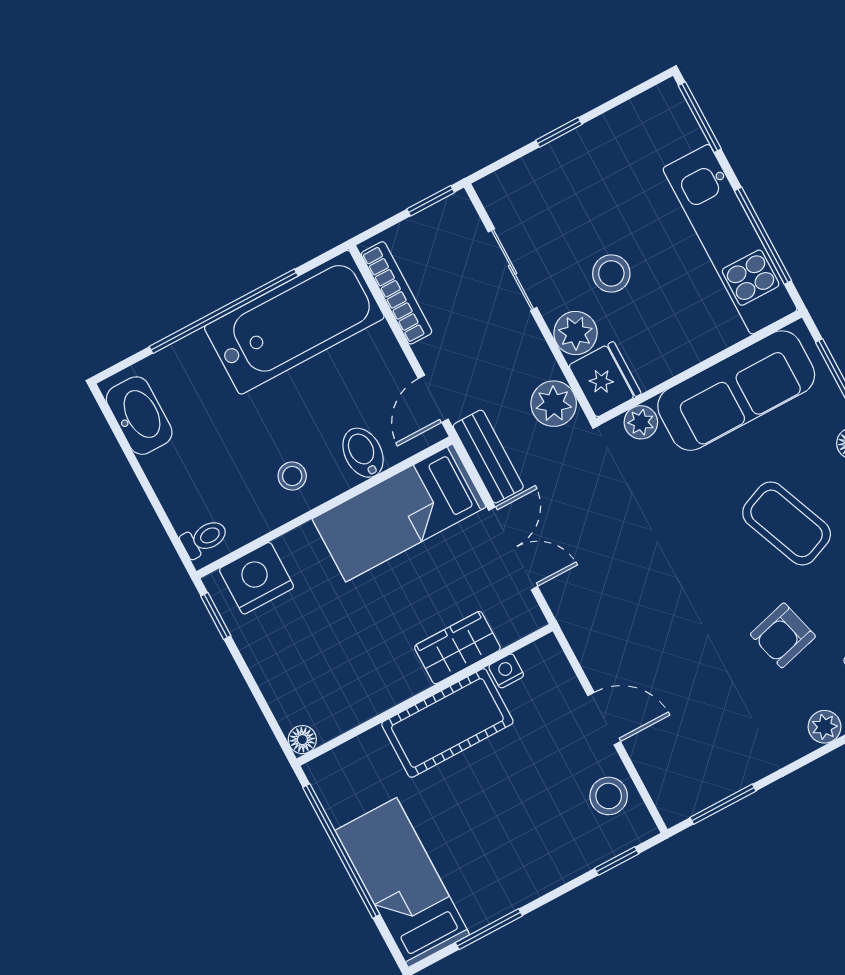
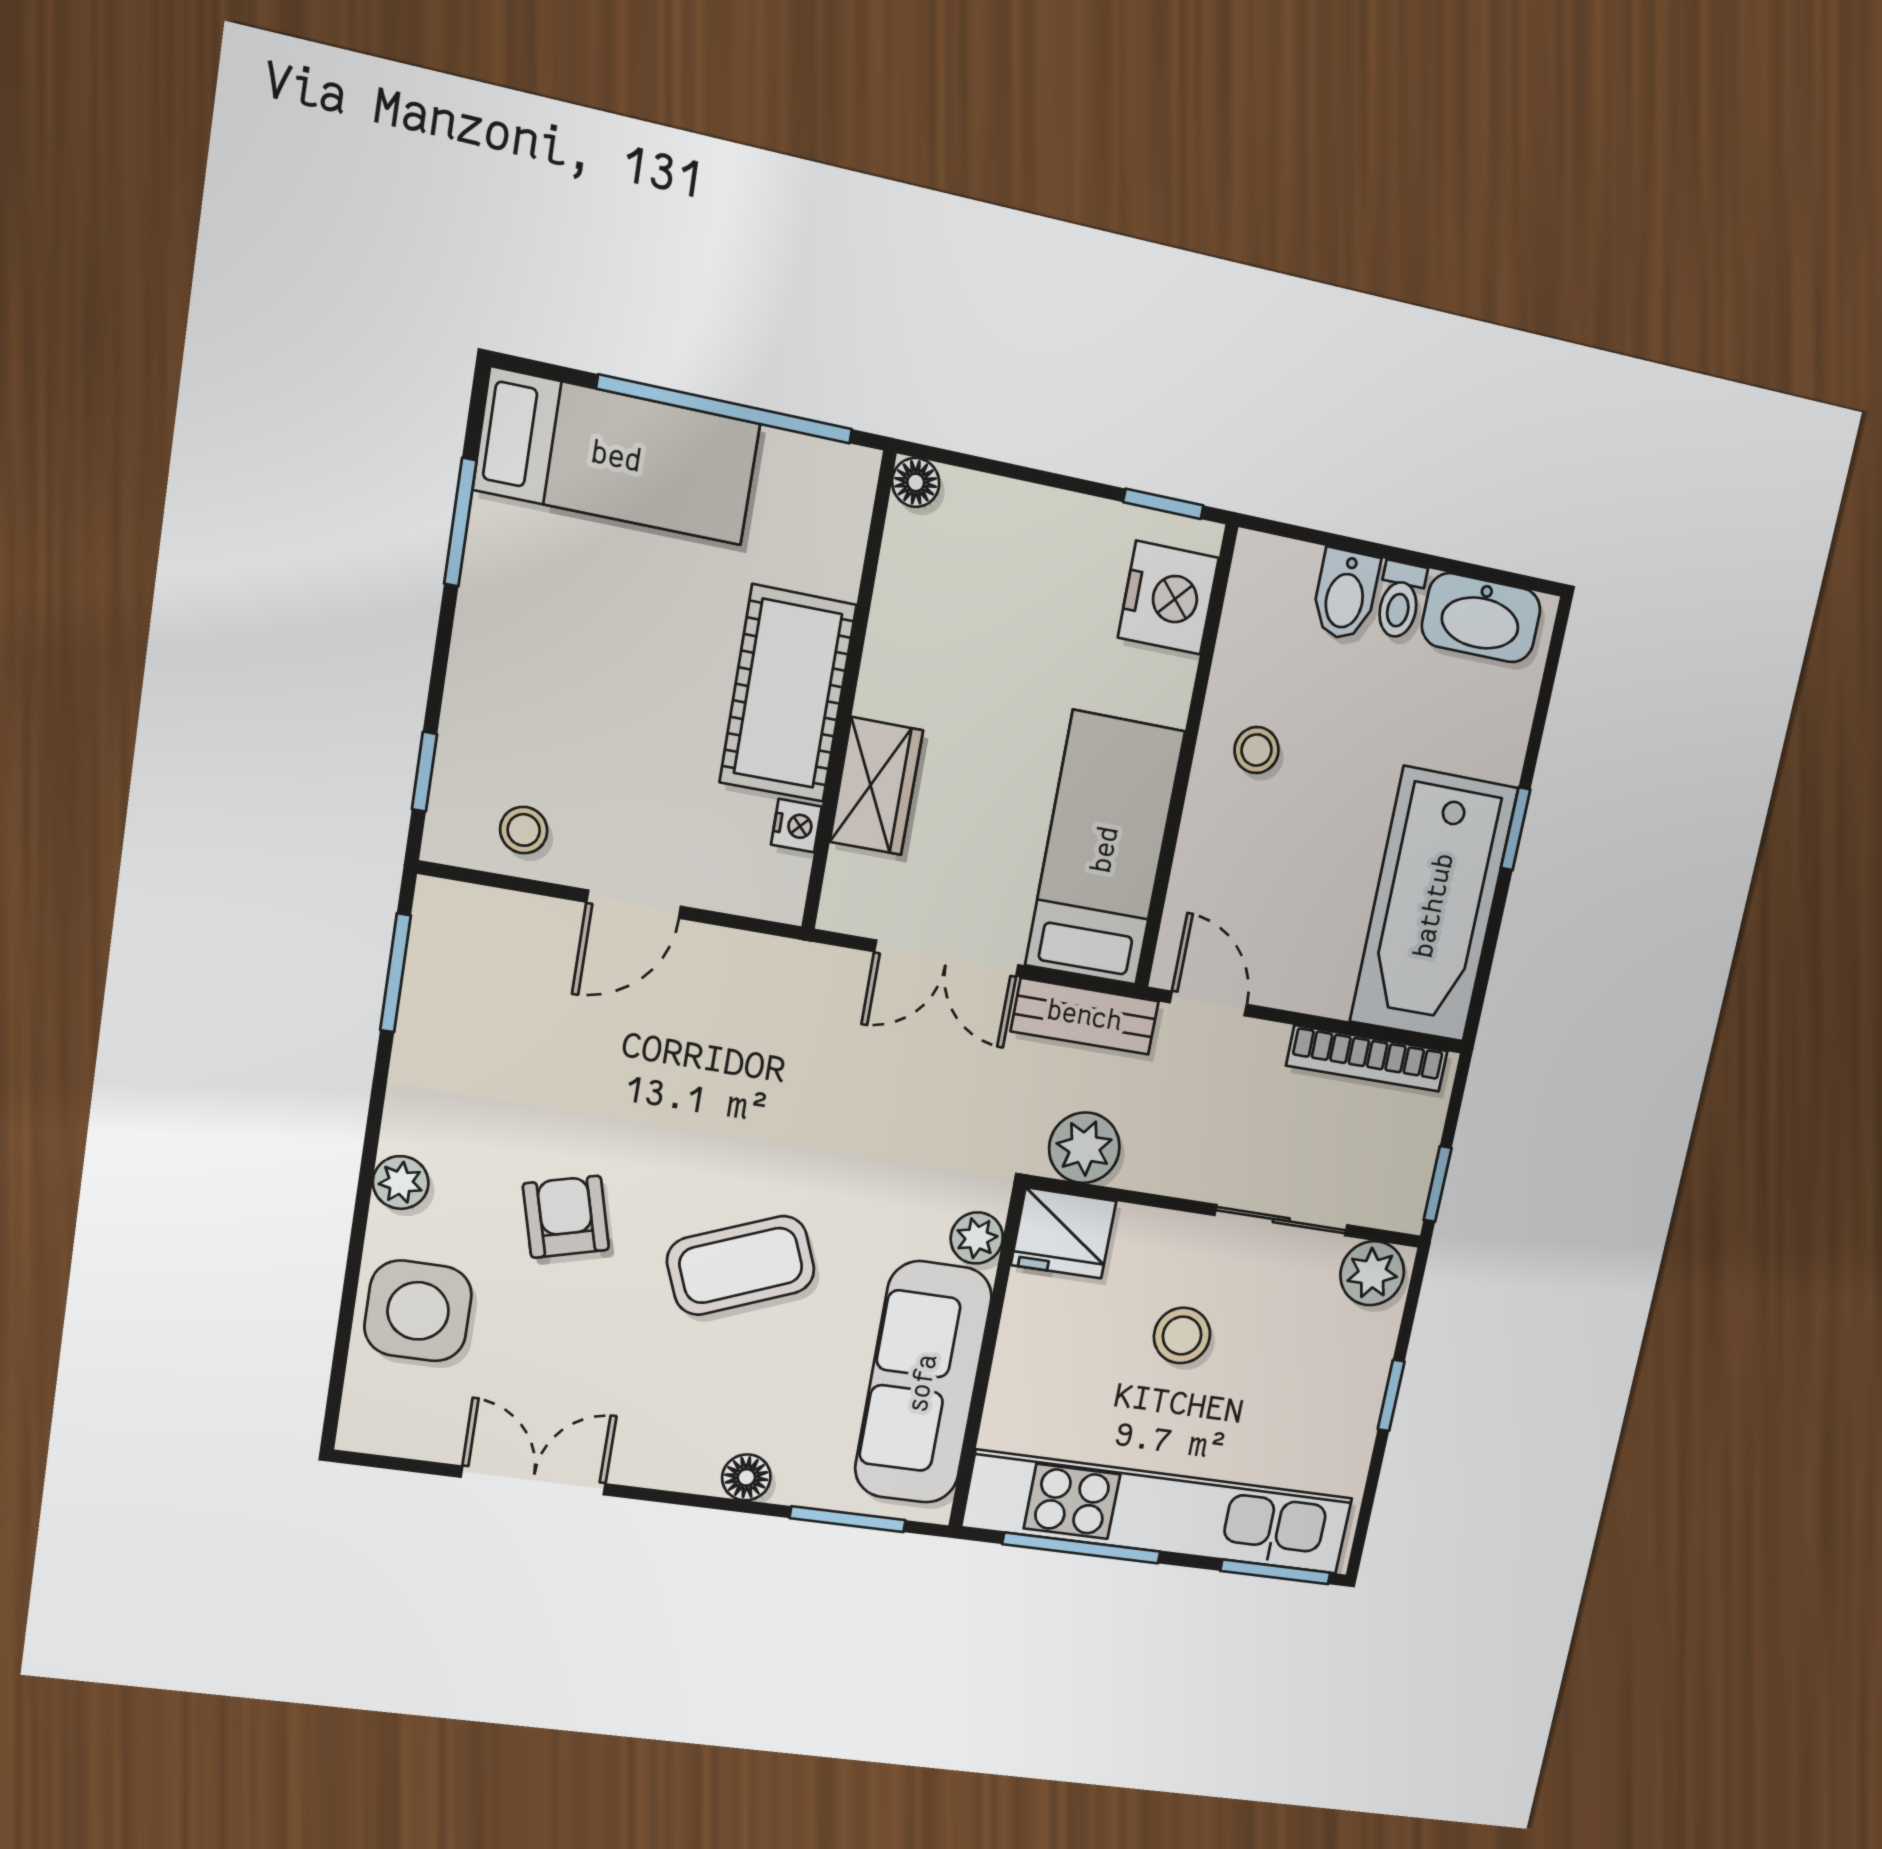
kitchen unit: (730, 239) -> (1159, 1512), width x1.36
window: (224, 311) -> (1516, 829), width x0.32
plant: (575, 333) -> (1372, 1273), moved
bidet: (363, 453) -> (1345, 595), moved, turned 90
coffee table: (787, 523) -> (741, 1265), moved
toilet: (204, 538) -> (1400, 600), moved
stool: (609, 796) -> (524, 830), width x0.73, depth x0.73

